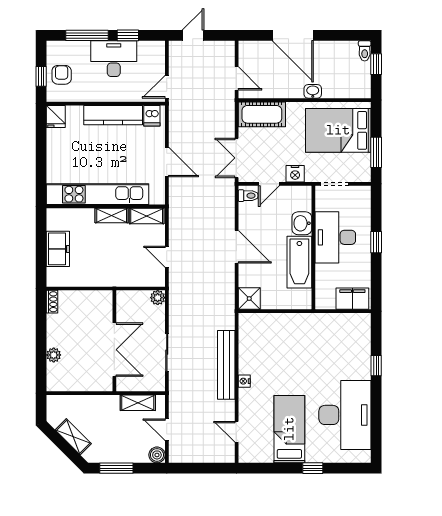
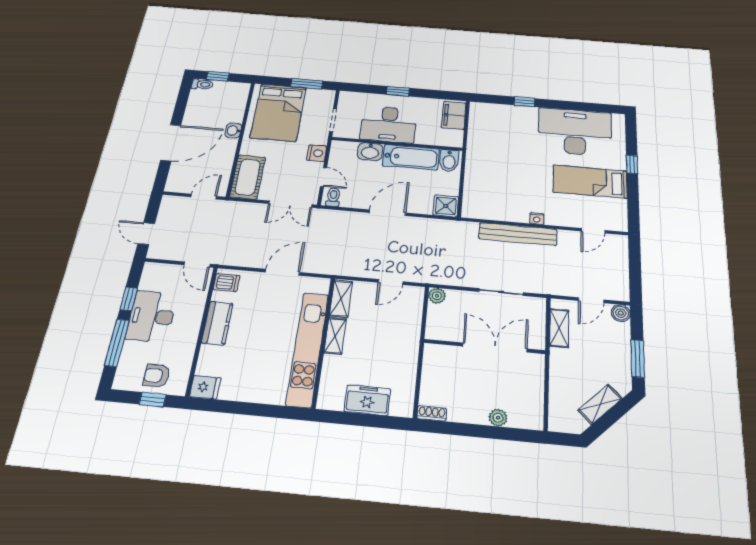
kitchen counter: (113, 115) -> (217, 323), width x0.67
bidet: (299, 298) -> (449, 161), added

